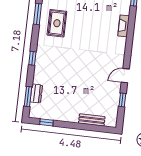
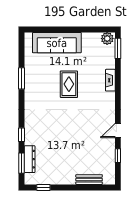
rug: (57, 23) -> (69, 84), moved
window: (32, 58) -> (21, 135), moved
dresser: (36, 93) -> (30, 159), width x1.44

